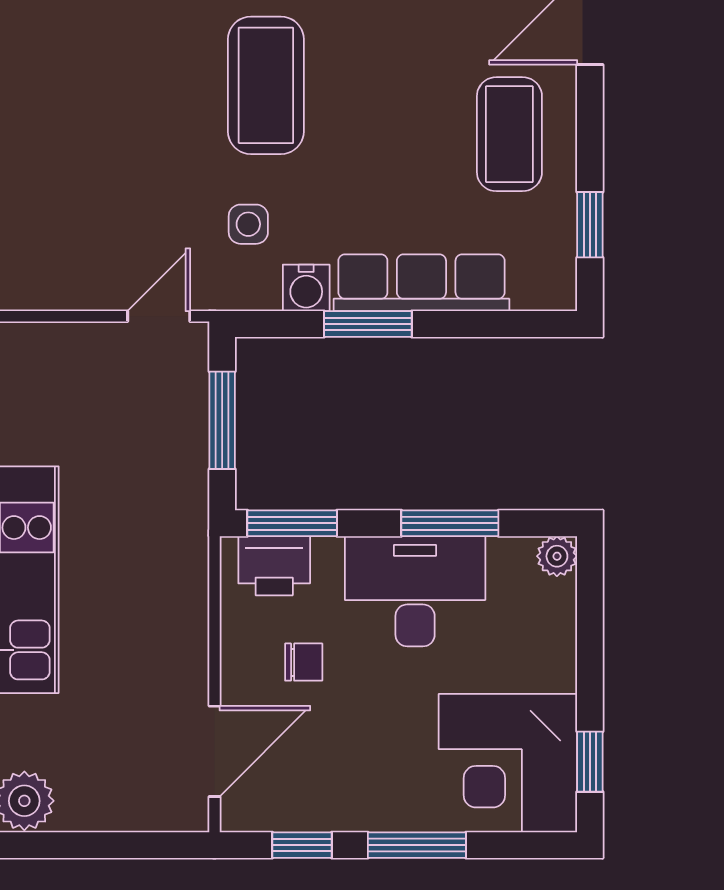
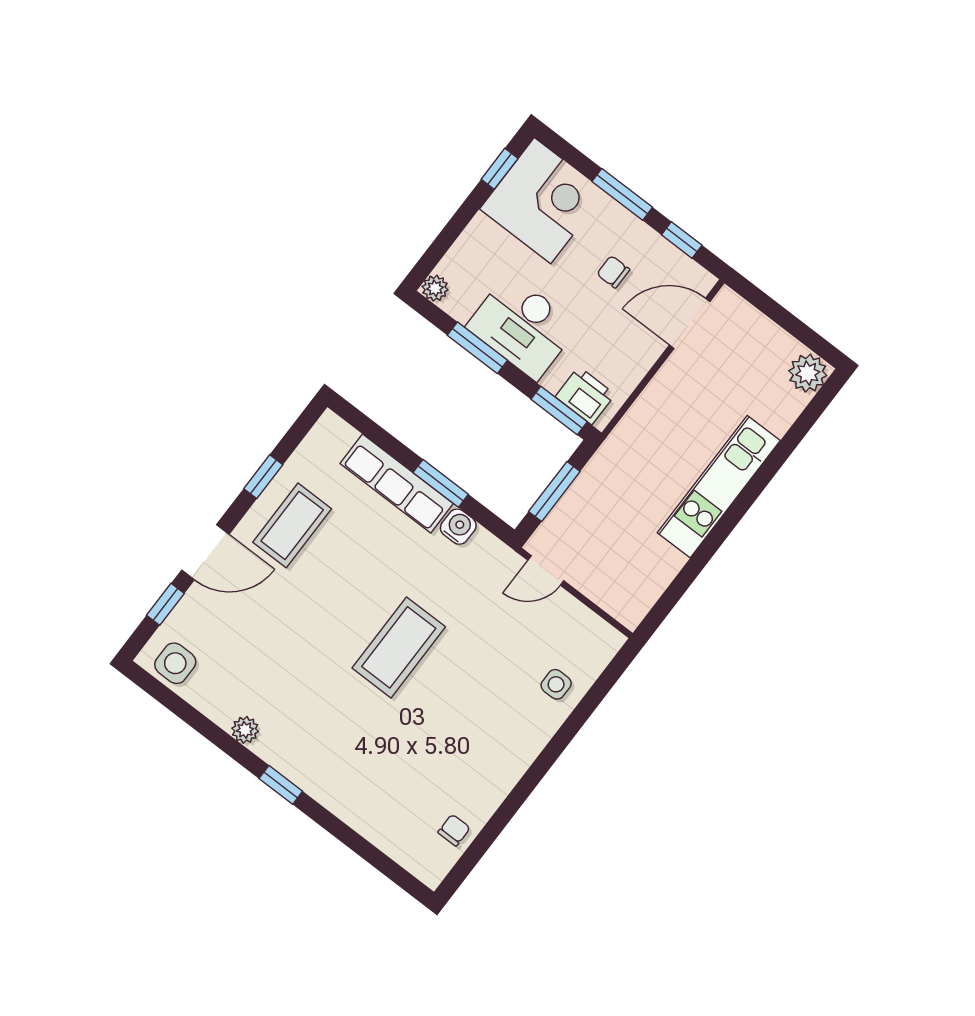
side table: (248, 224) -> (556, 684), moved
window: (590, 225) -> (263, 477), moved
chair: (304, 662) -> (613, 272), moved

